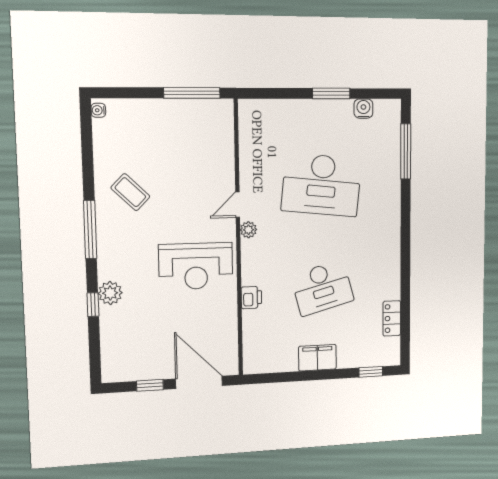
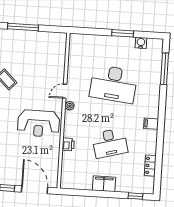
window: (192, 93) -> (23, 27), moved
filing cabinet: (389, 248) -> (151, 124), added

